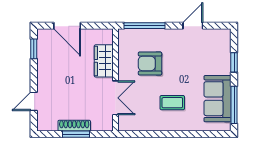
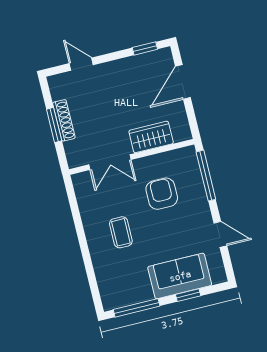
sofa: (218, 99) -> (180, 276), moved

